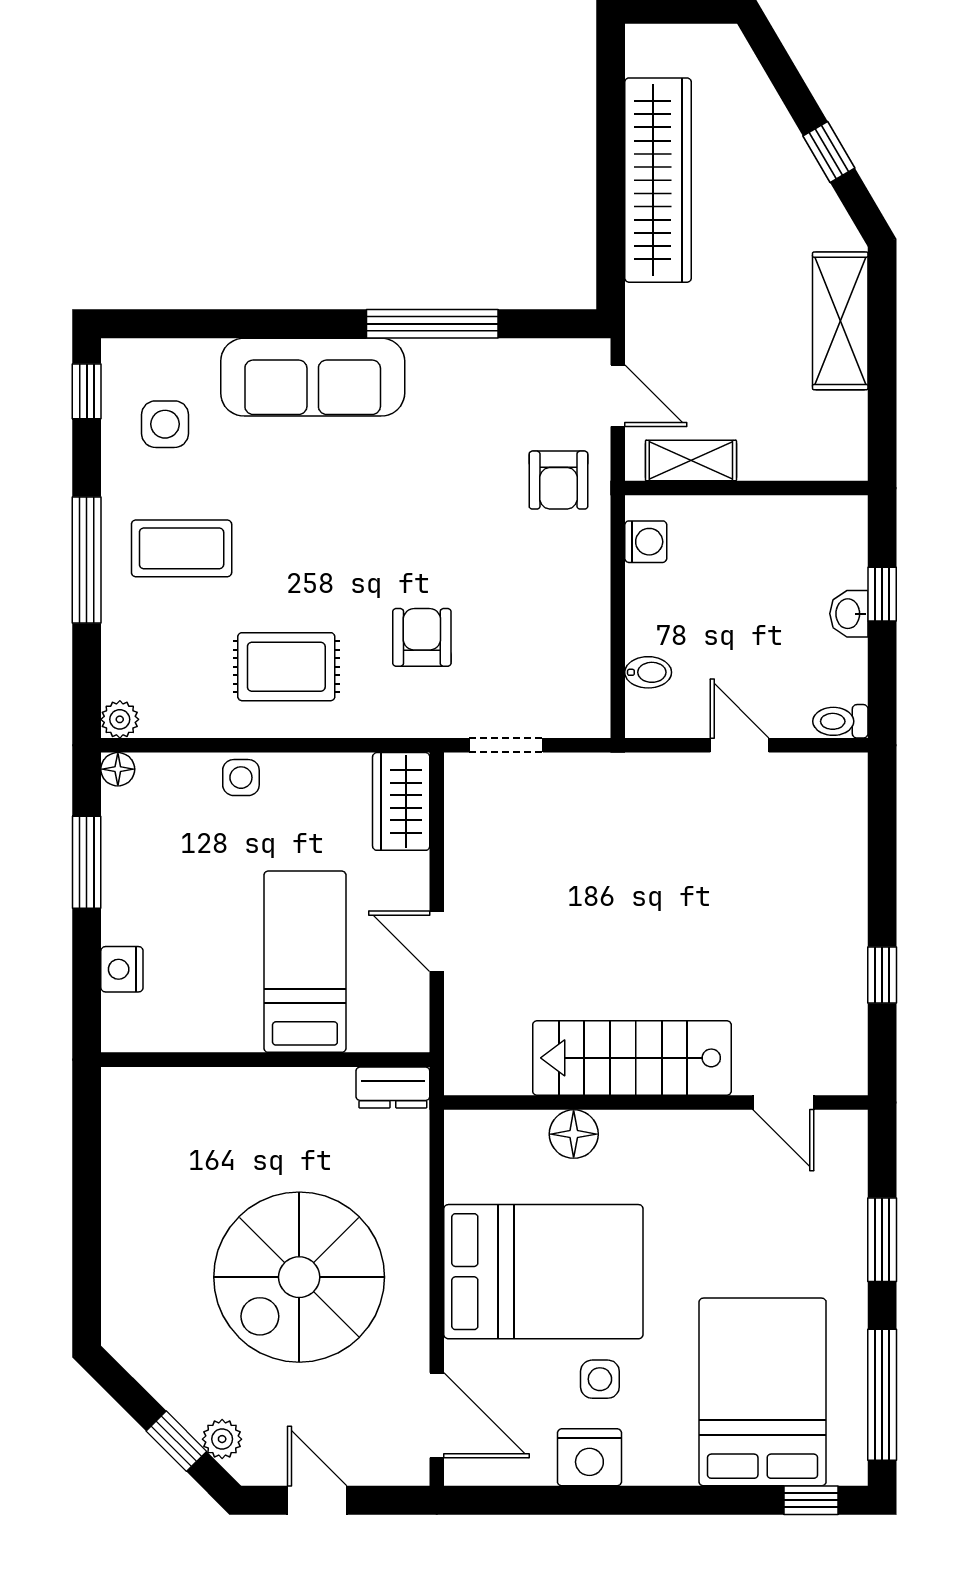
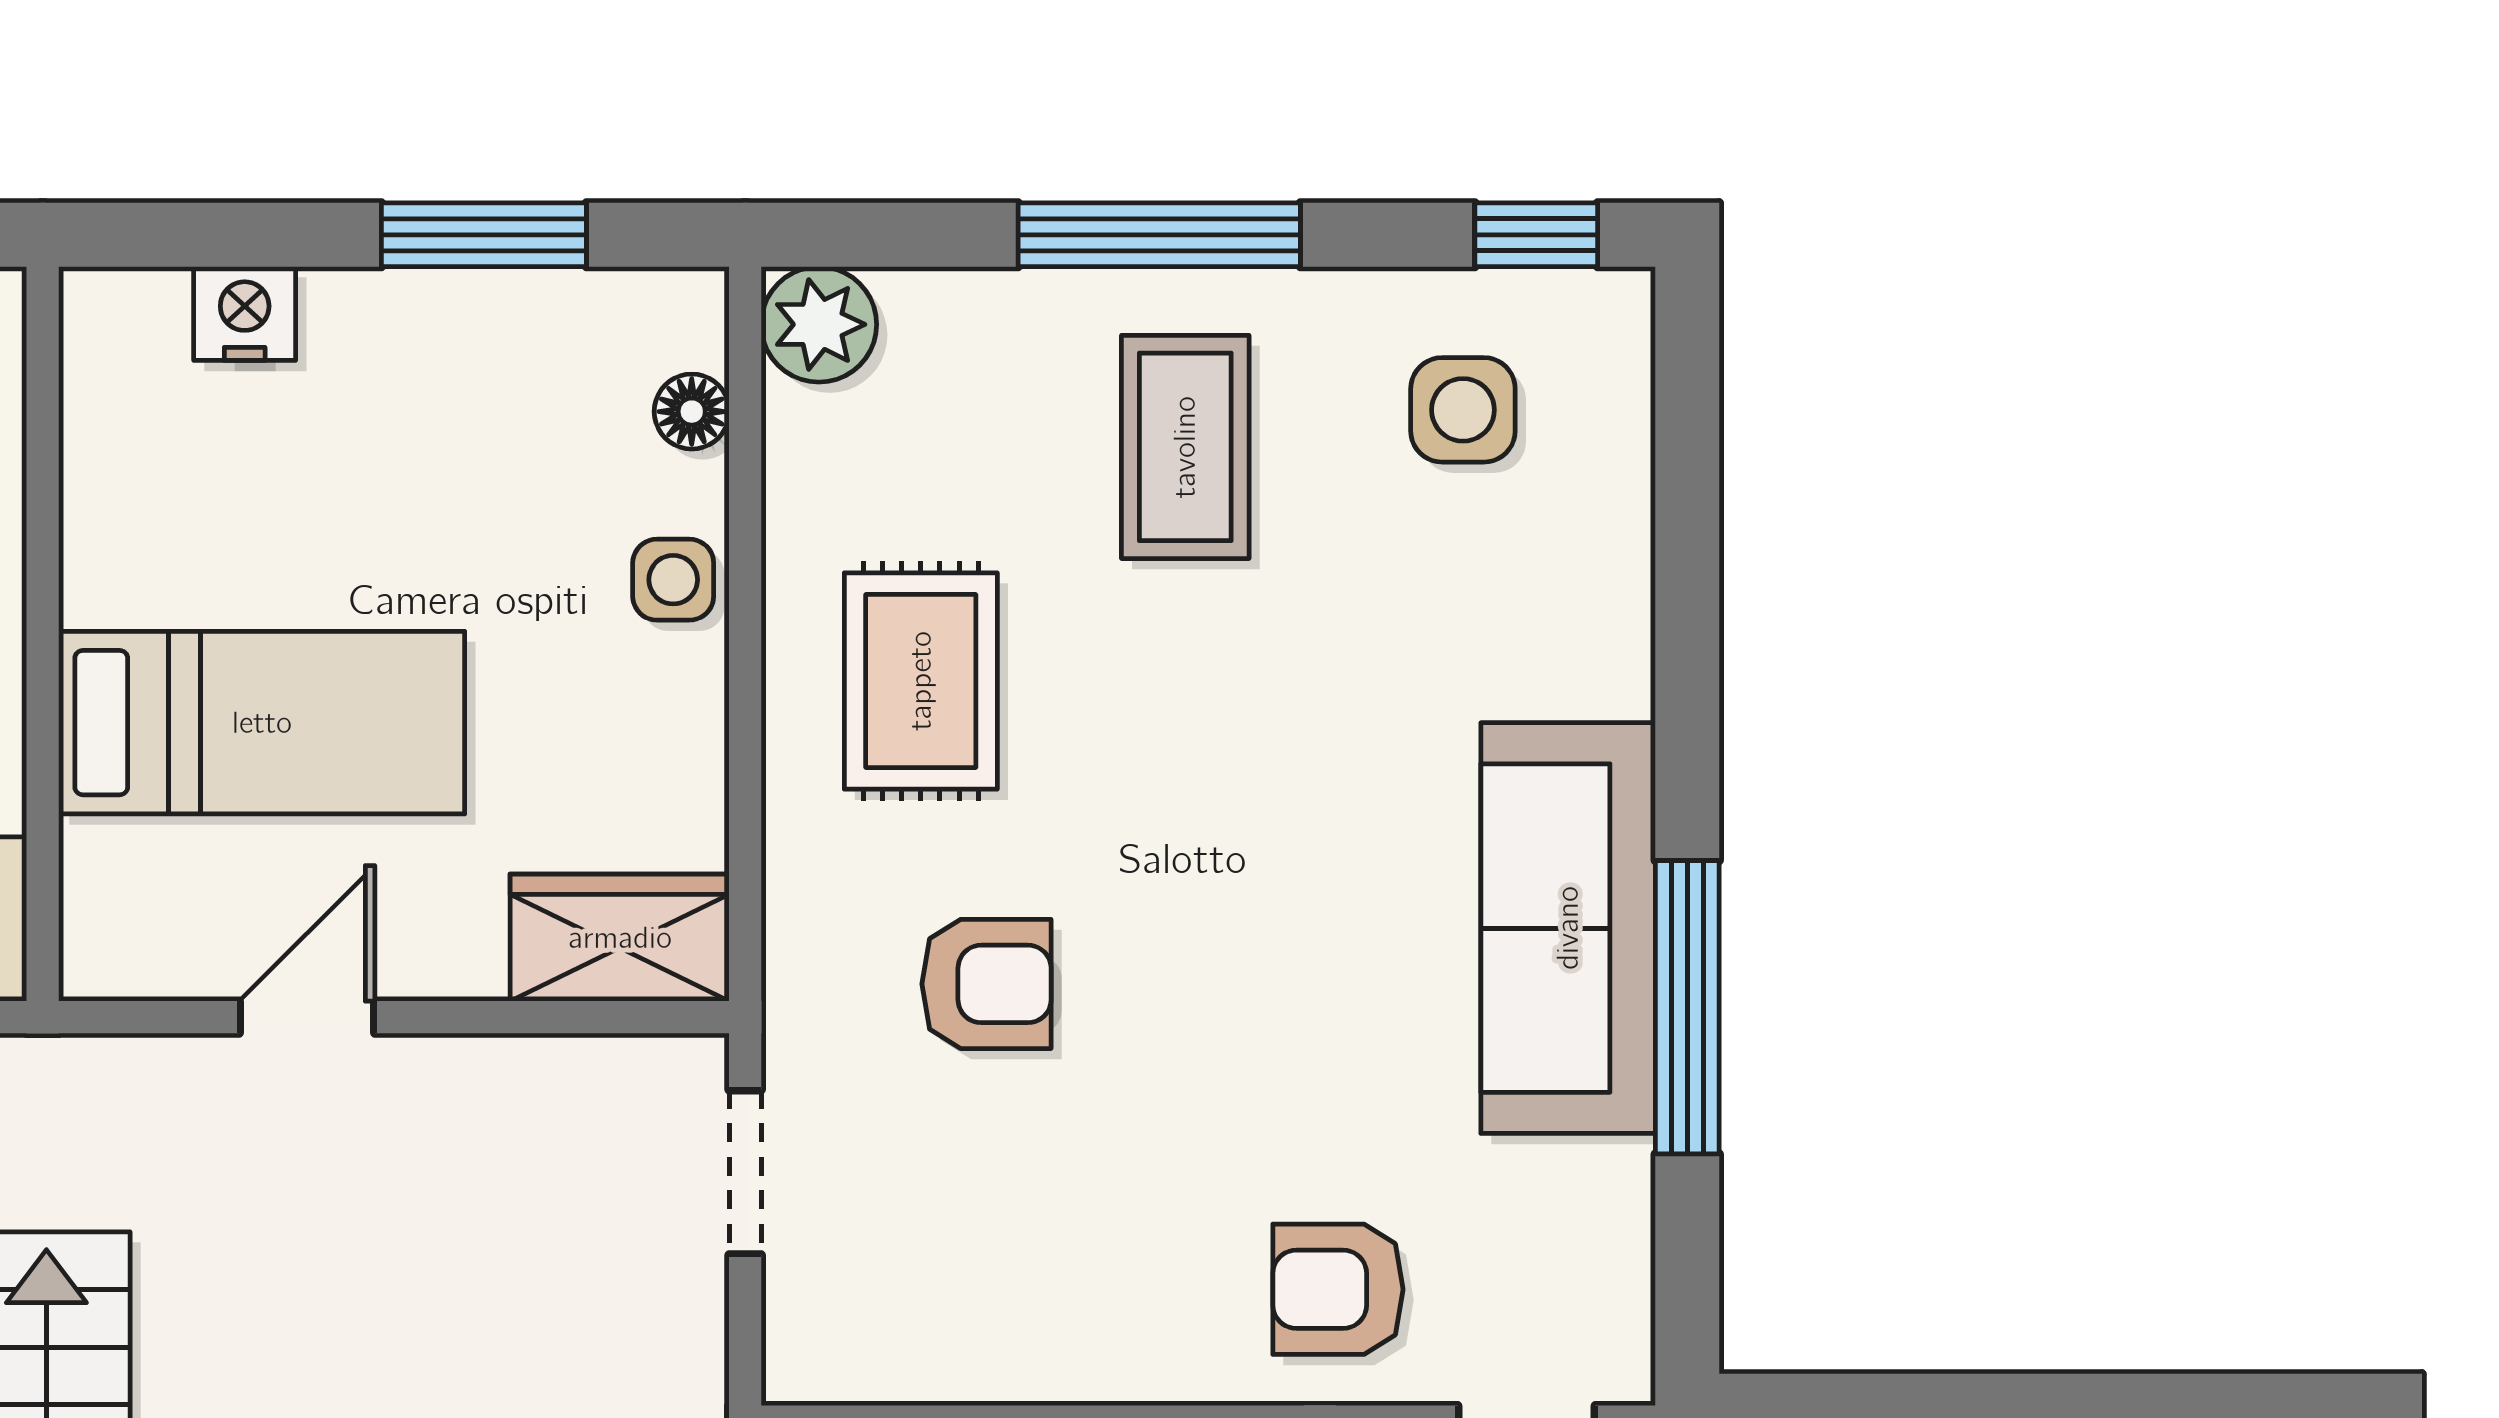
sofa: (313, 377) -> (1568, 928), moved
plant: (120, 719) -> (819, 324), width x1.38, depth x1.38
floor lamp: (118, 769) -> (692, 412), moved

